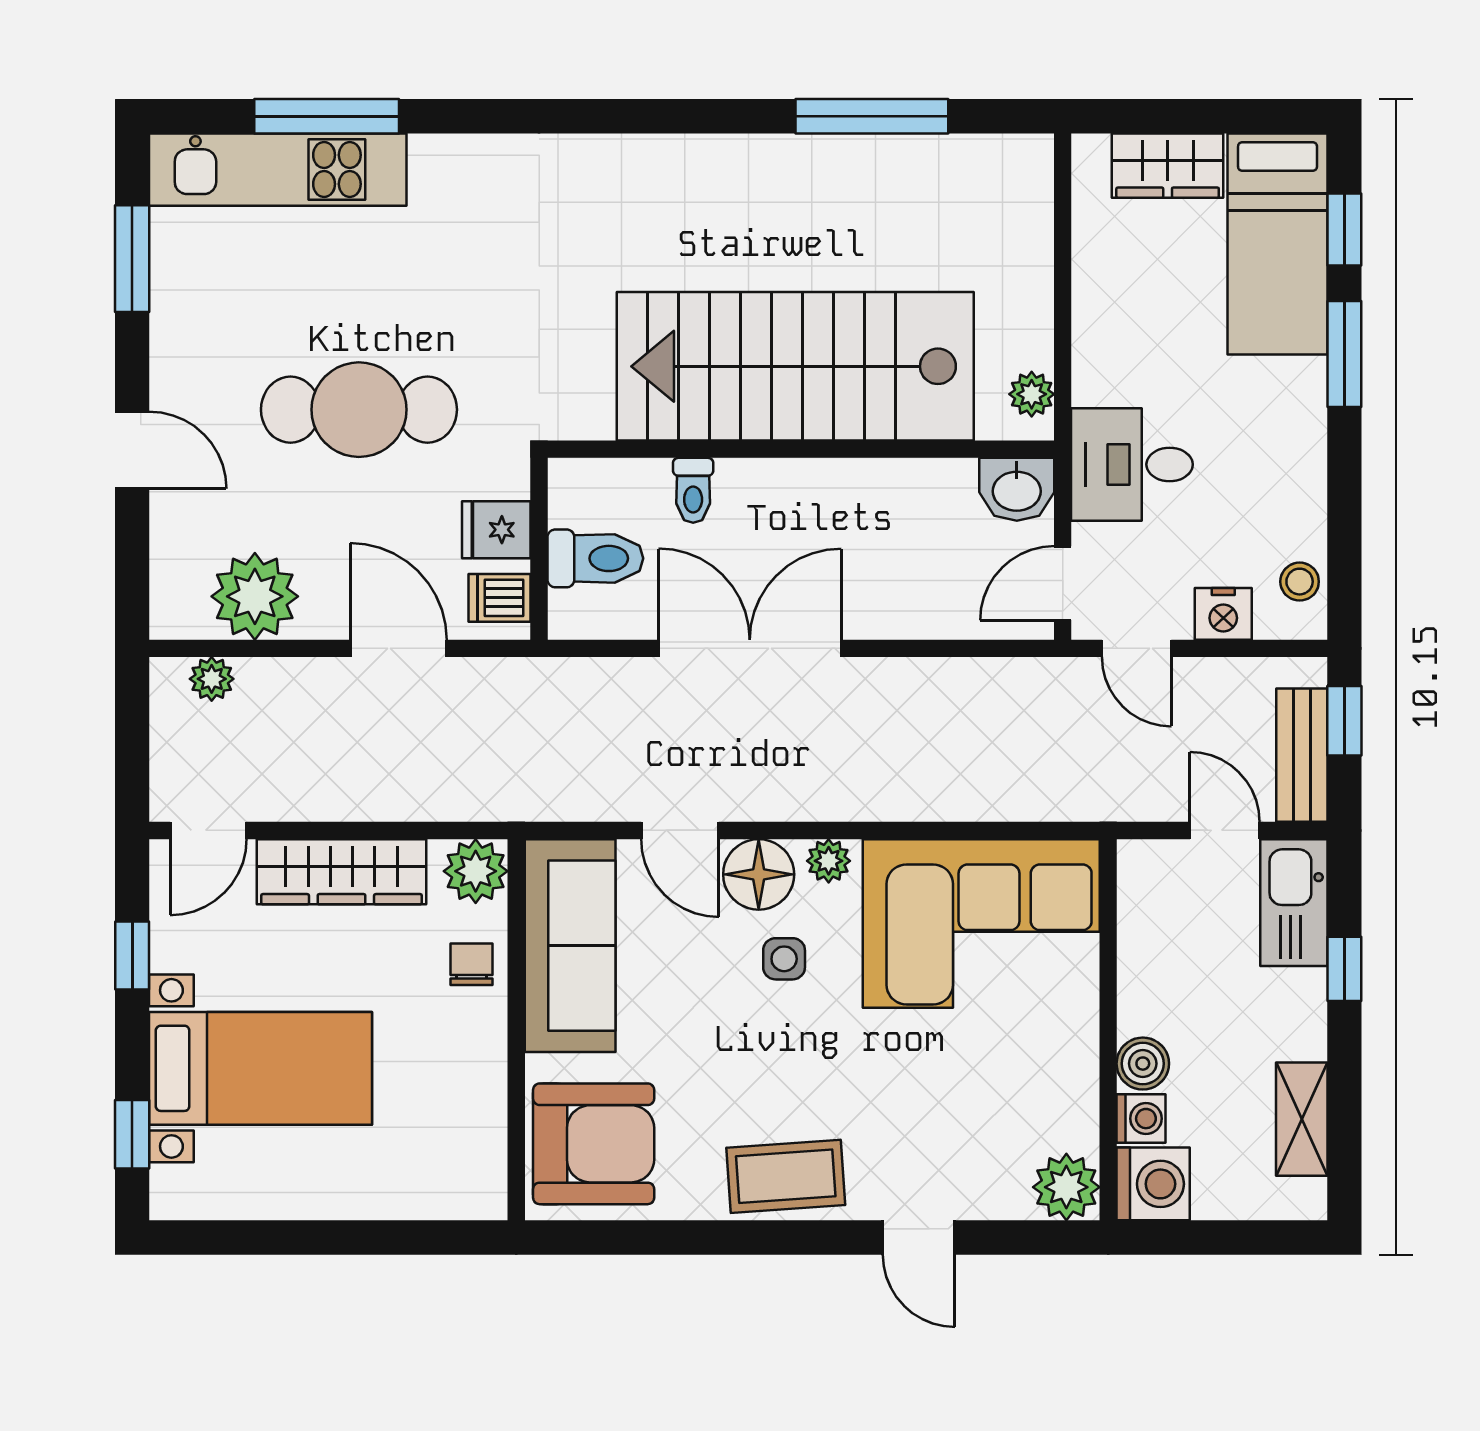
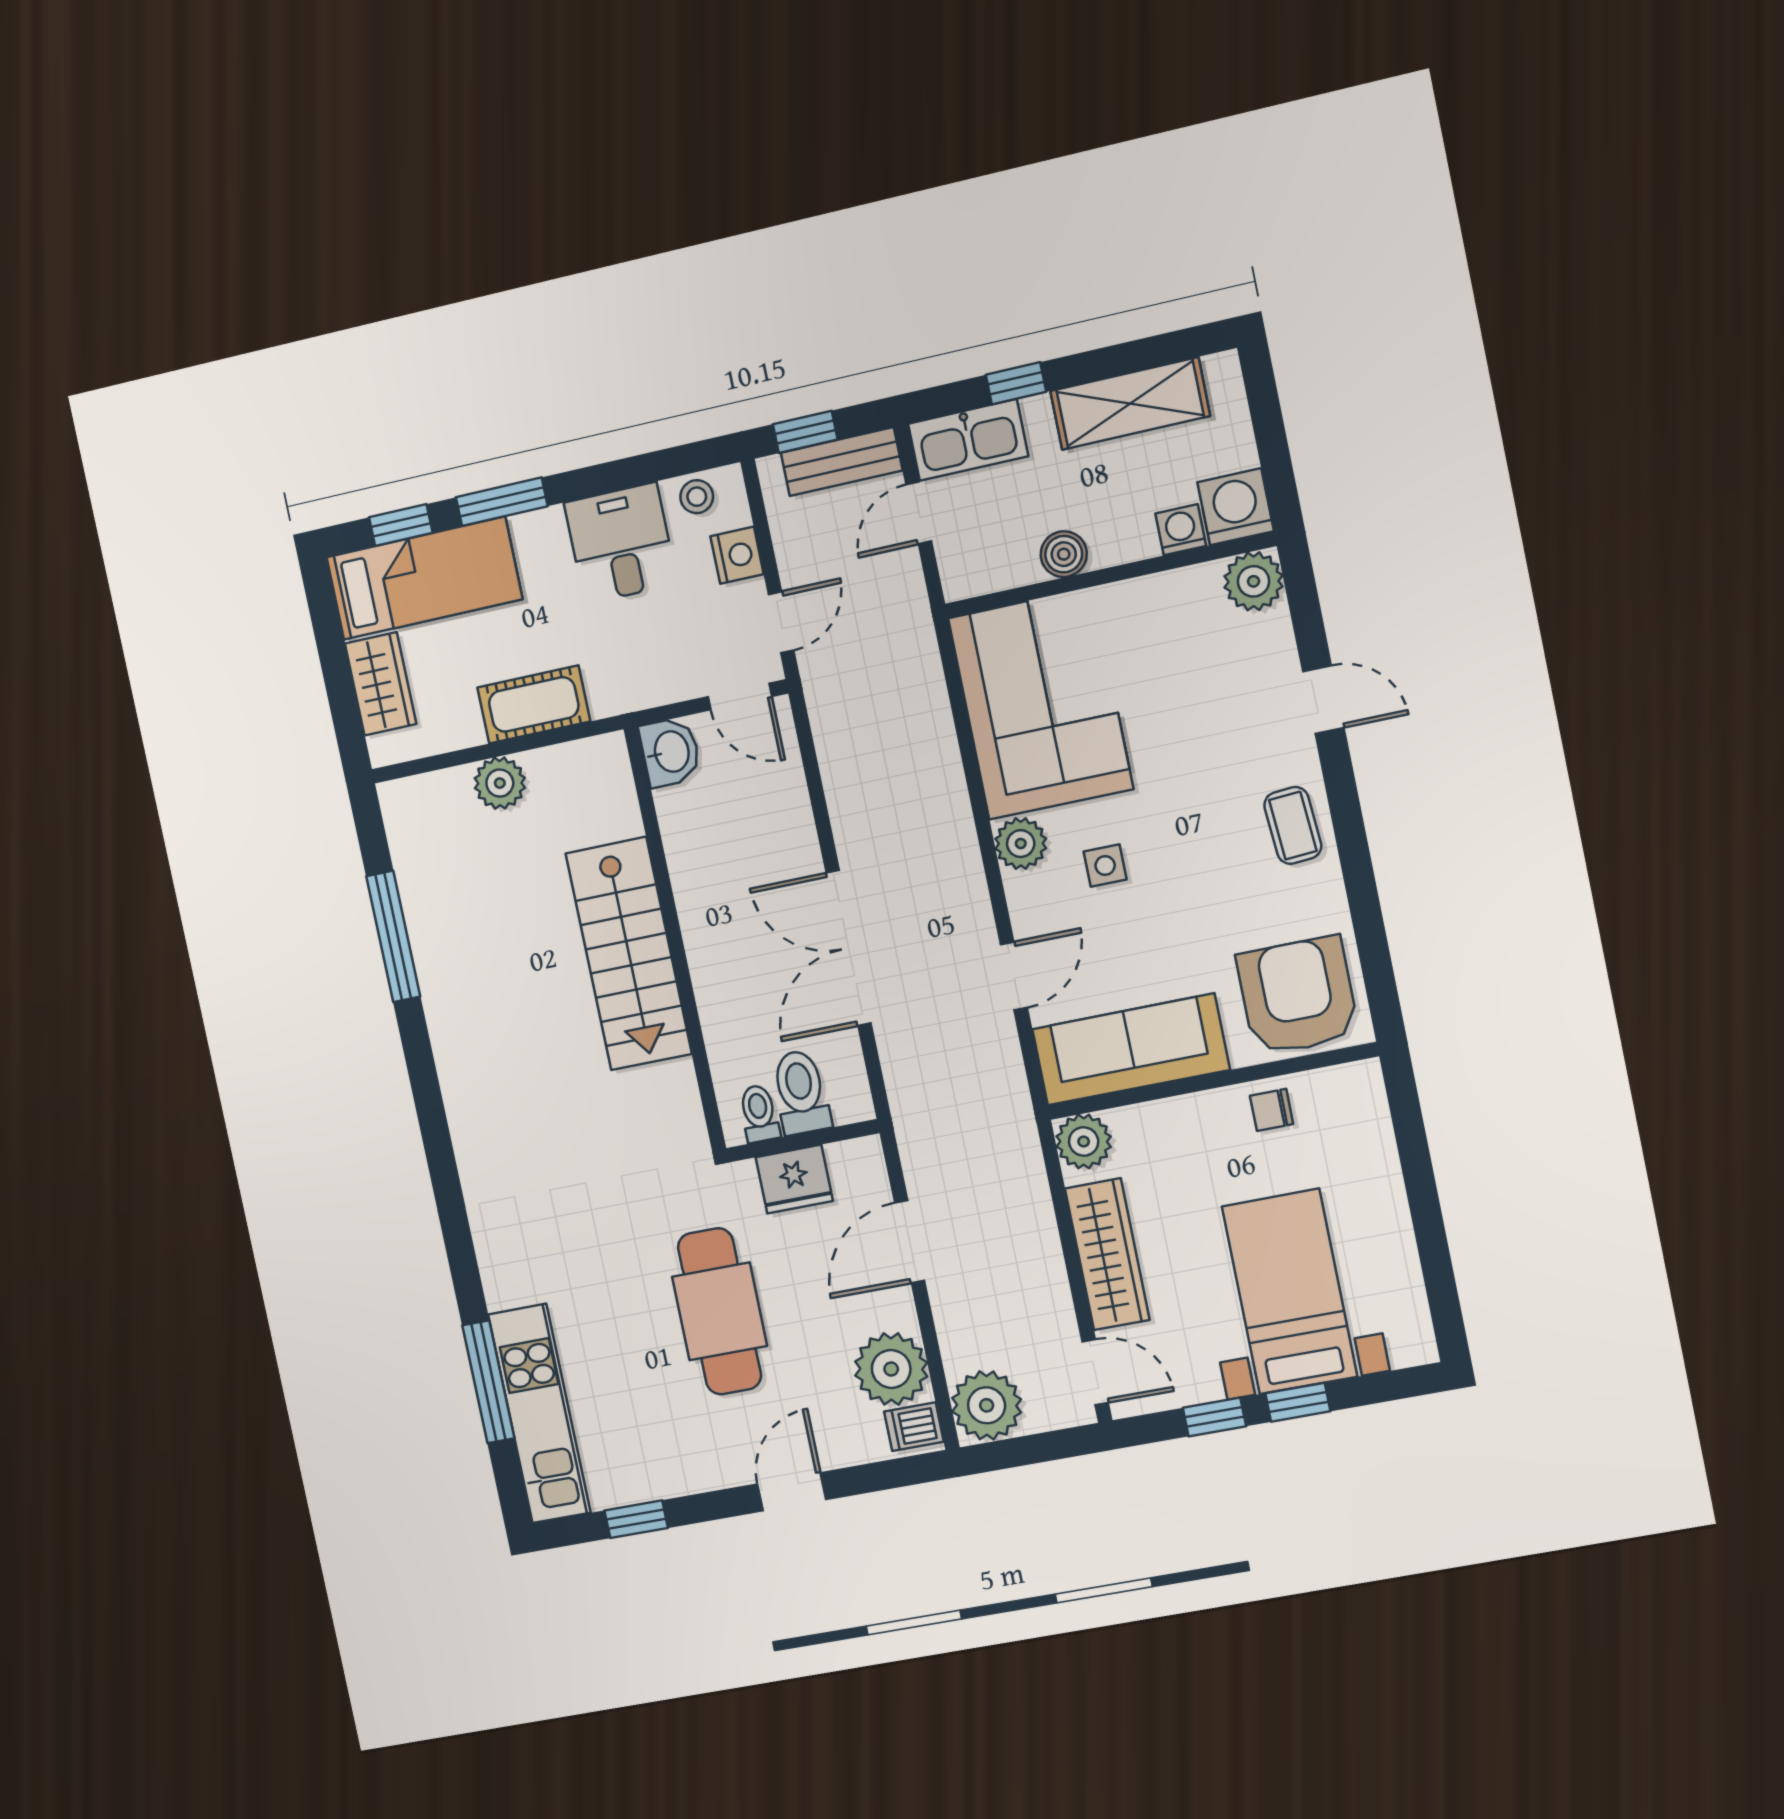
window: (132, 259) -> (636, 1519), width x0.67
cot: (1105, 341) -> (534, 704), added
stairs: (795, 366) -> (629, 954), width x0.73, depth x0.66
plant: (1032, 394) -> (500, 783), moved, width x1.38, depth x1.38
desk: (1132, 464) -> (621, 543), moved, turned 180
toilet: (693, 490) -> (759, 1114), moved, turned -90
fridge: (496, 530) -> (794, 1179), width x1.38
dishwasher: (500, 598) -> (914, 1427), moved, turned 90
plant: (212, 679) -> (987, 1405), width x1.88, depth x1.88
plant: (829, 861) -> (1021, 844), width x1.38, depth x1.38
floor lamp: (759, 874) -> (1038, 902), removed
chair: (472, 964) -> (1272, 1110), moved
boiler: (1143, 1064) -> (1064, 554), moved
shelving: (1302, 1119) -> (1130, 404), width x1.50, depth x1.33
window: (132, 1134) -> (1298, 1402), moved
coffee table: (786, 1176) -> (1293, 825), width x0.73, depth x0.77
door: (919, 1237) -> (1323, 700), hinge flipped

